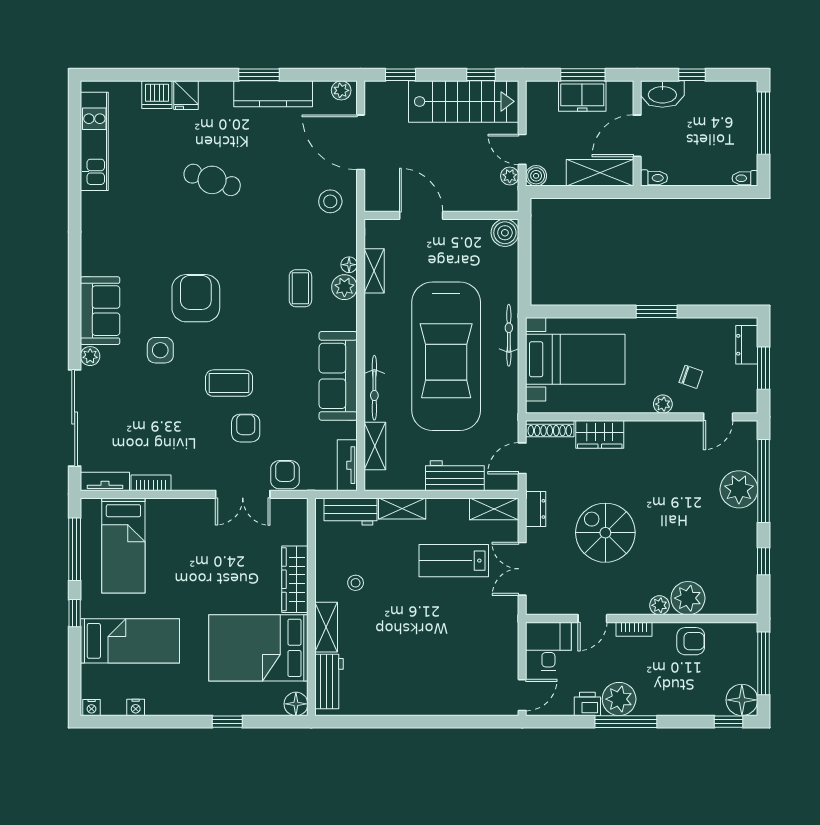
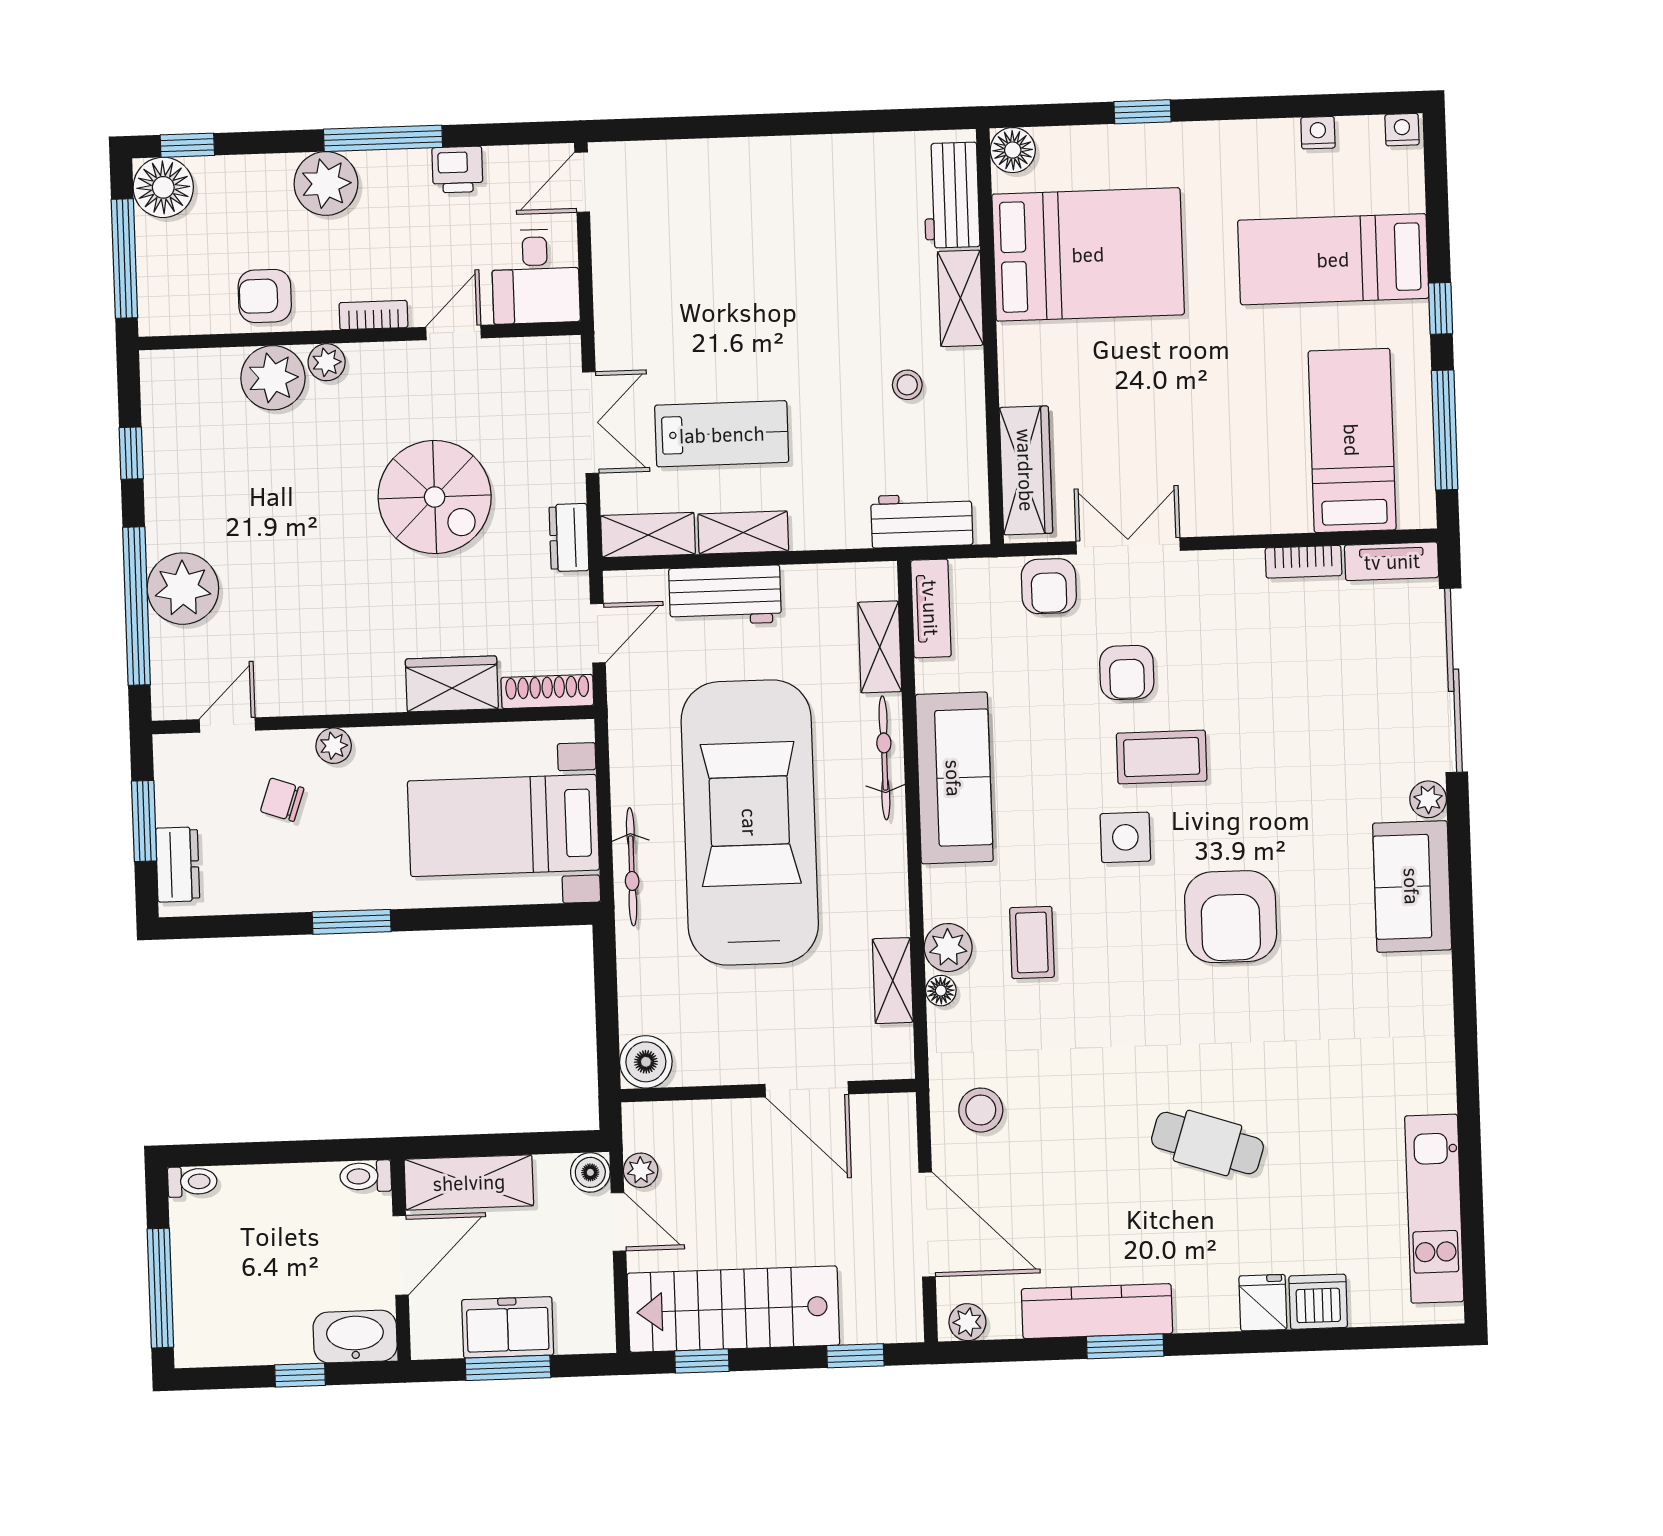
side table: (160, 350) -> (1125, 837), moved
shelving: (402, 508) -> (743, 533), moved
wardrobe: (295, 579) -> (1026, 470), moved
plant: (619, 699) -> (326, 183), moved

